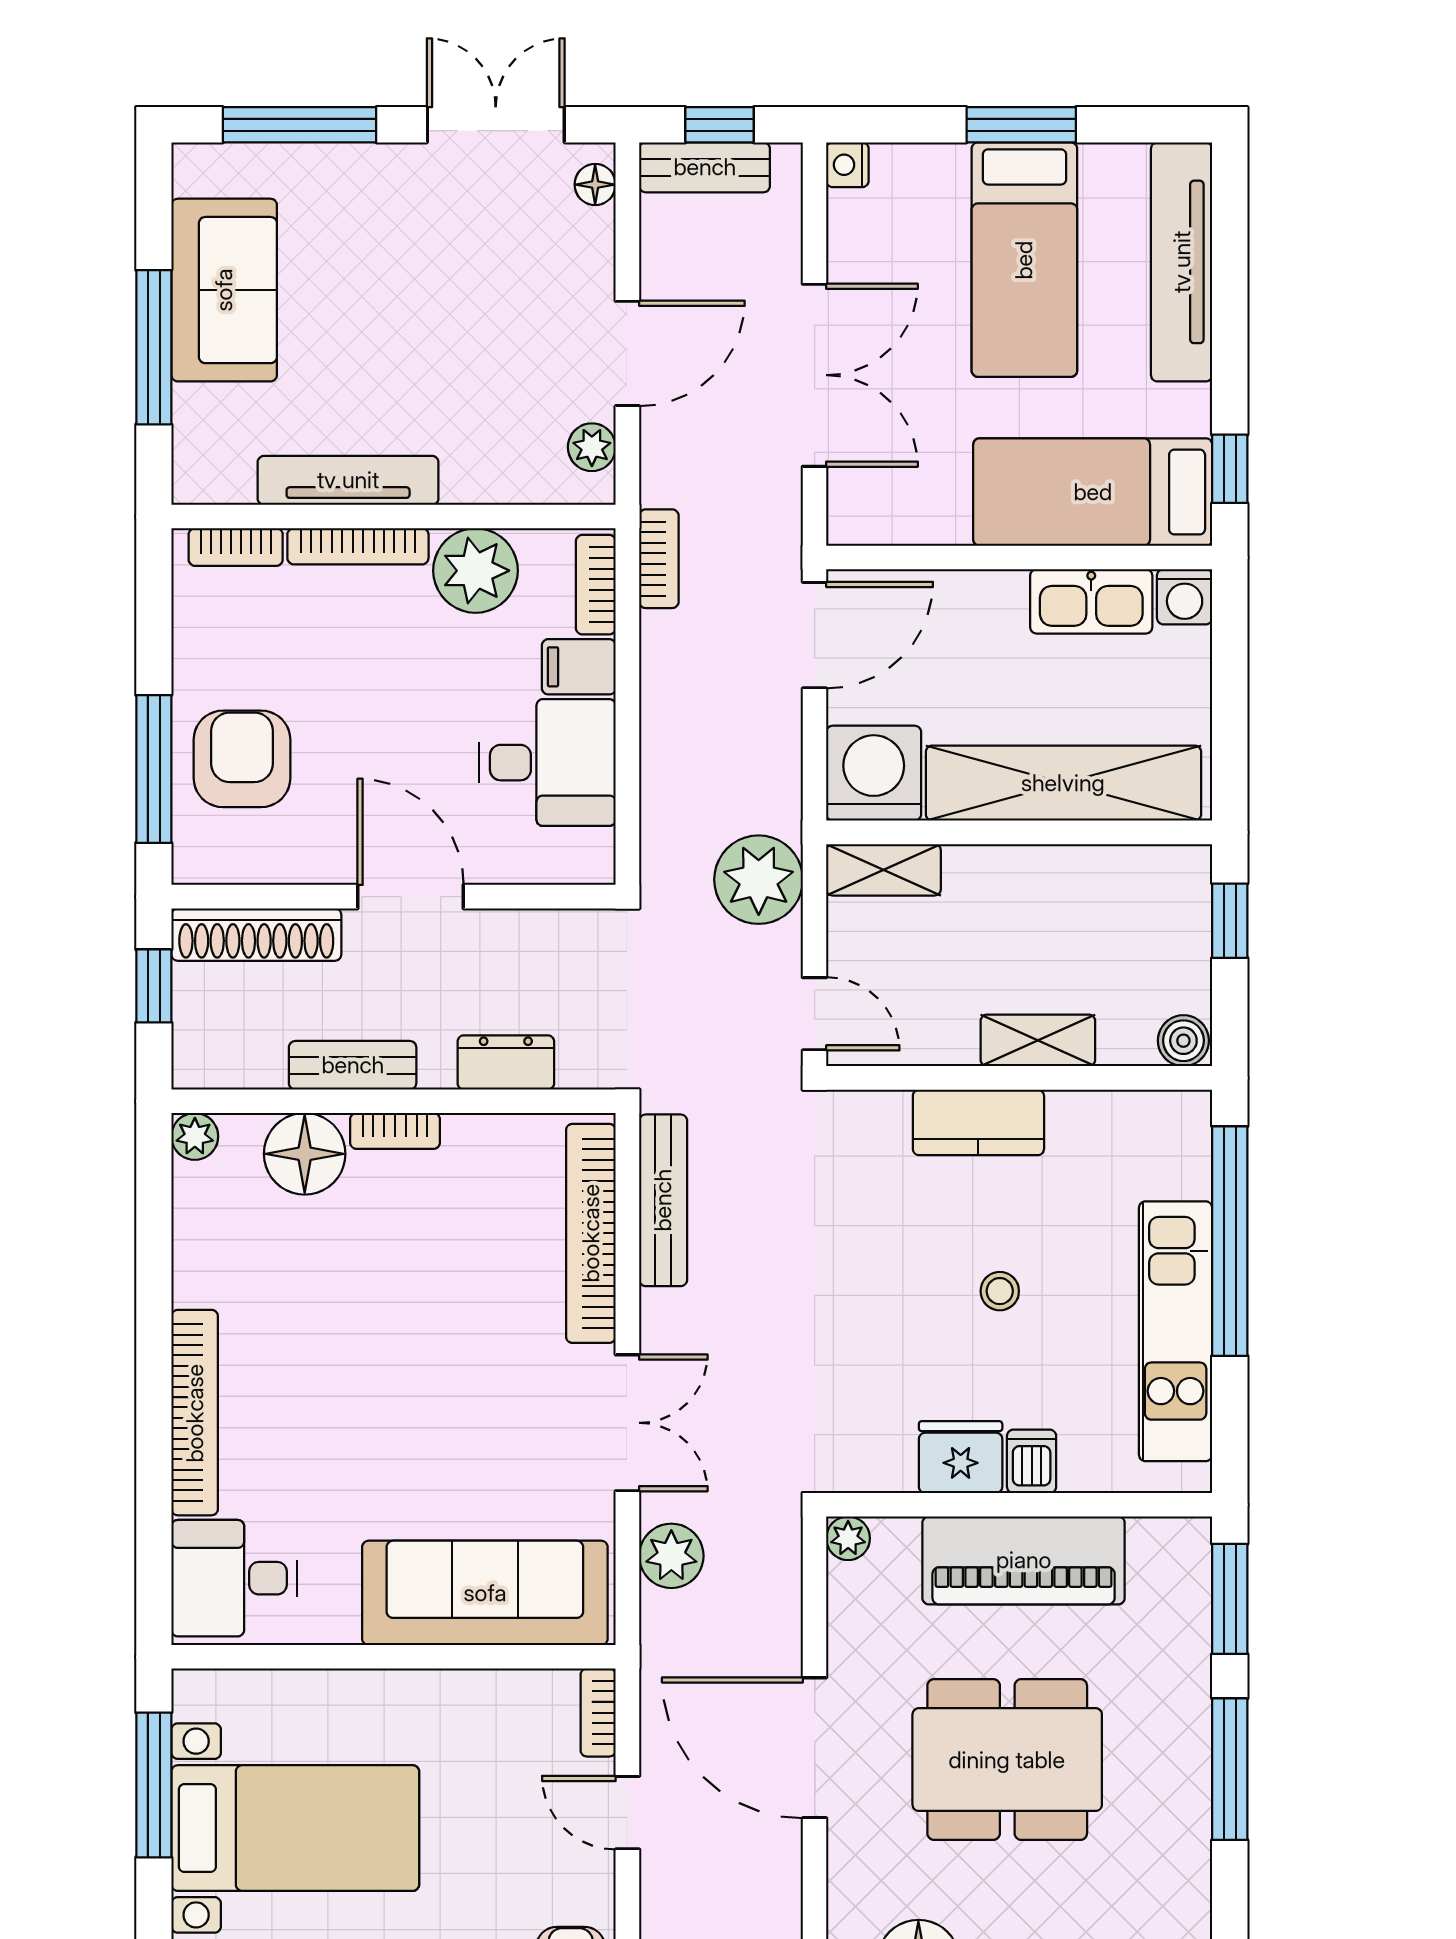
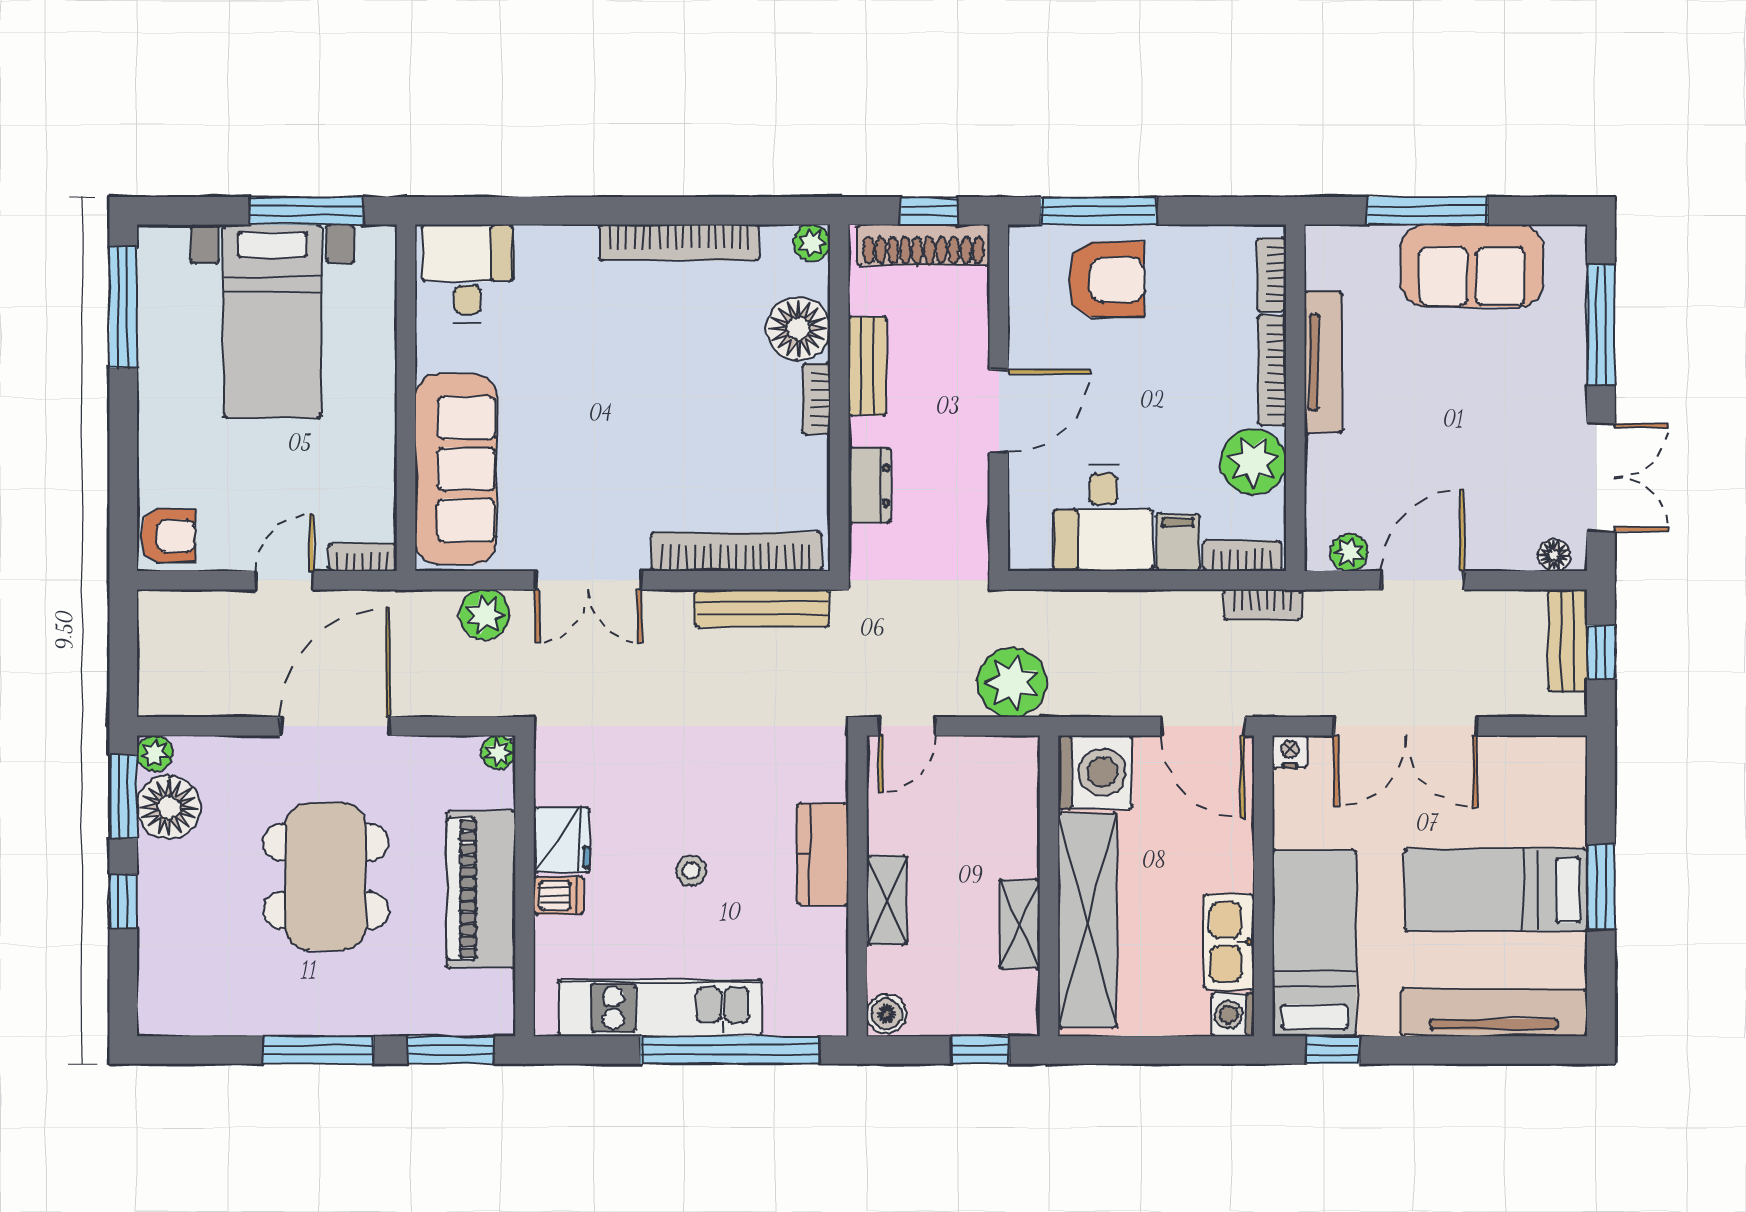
nightstand: (847, 165) -> (1290, 752), moved
door: (627, 353) -> (1423, 580), swing flipped
shelving: (884, 870) -> (1020, 924), moved
shoe rack: (256, 935) -> (923, 245), moved, turned -90
bookcase: (195, 1413) -> (679, 243), moved

